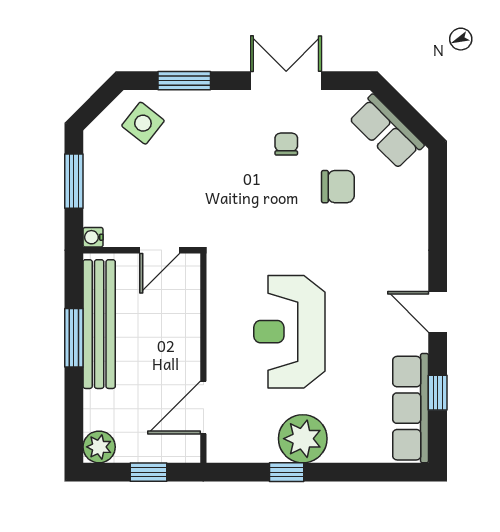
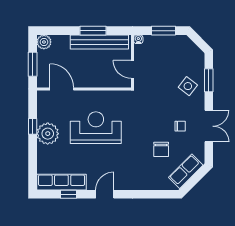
side table: (143, 123) -> (188, 86), moved
window: (149, 472) -> (33, 64), width x1.50

